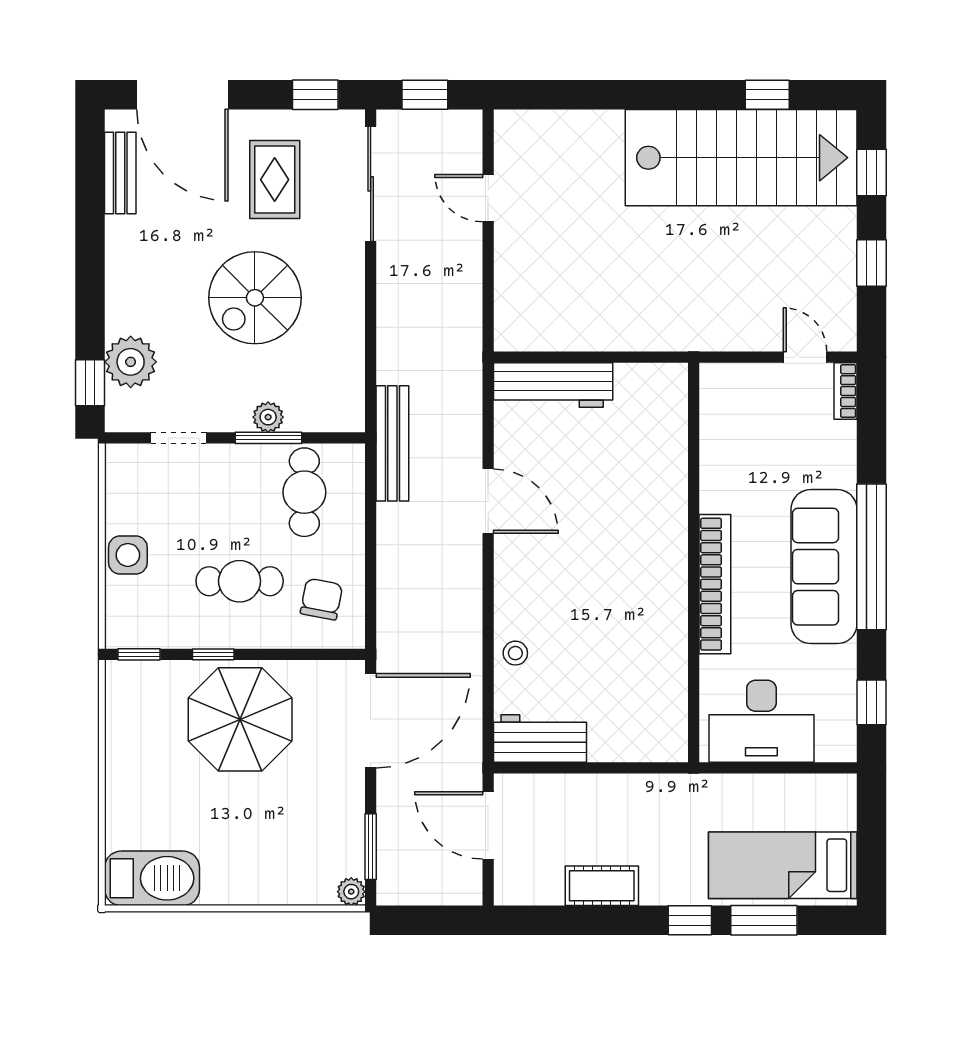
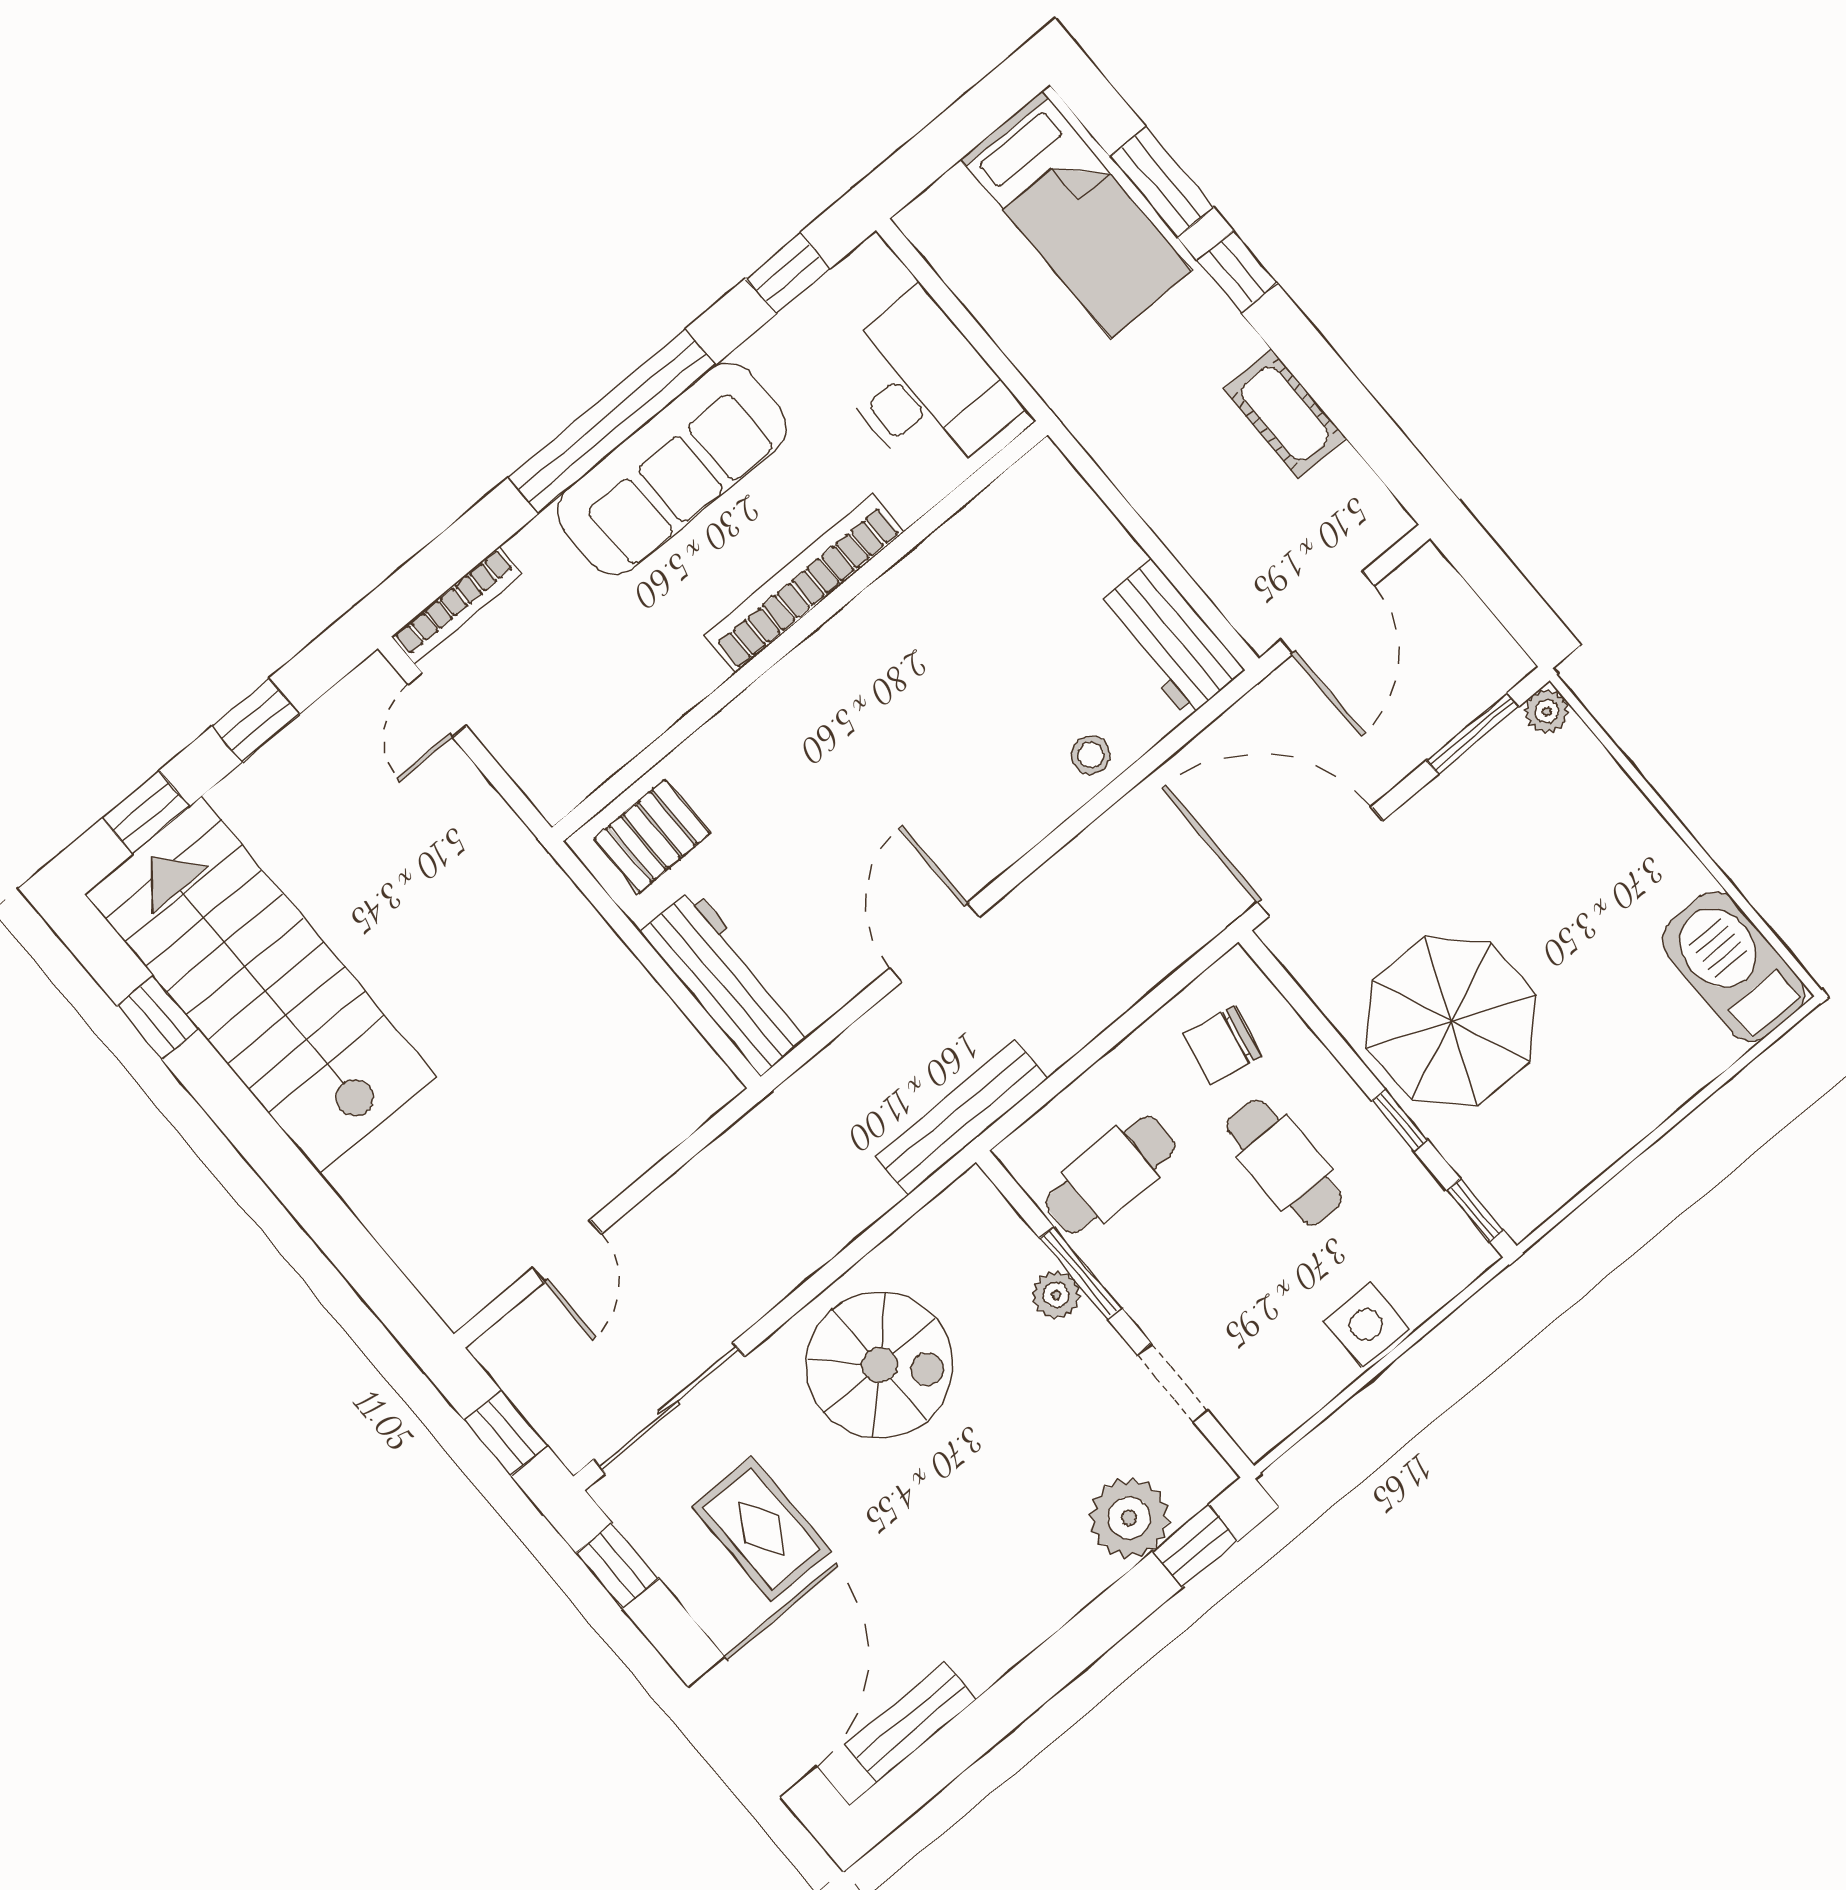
rug: (275, 180) -> (761, 1529), turned 90
spiral stairs: (255, 298) -> (880, 1365), moved
bookcase: (845, 391) -> (457, 605), width x1.56
pallet: (654, 408) -> (652, 836), added

